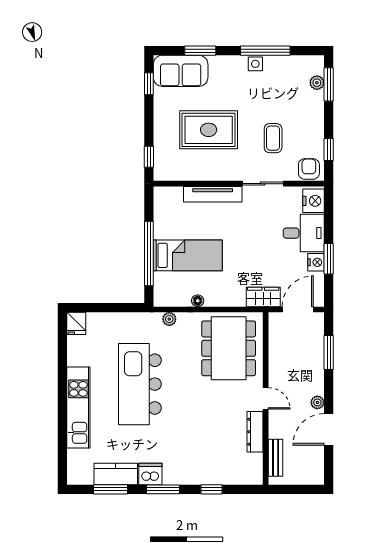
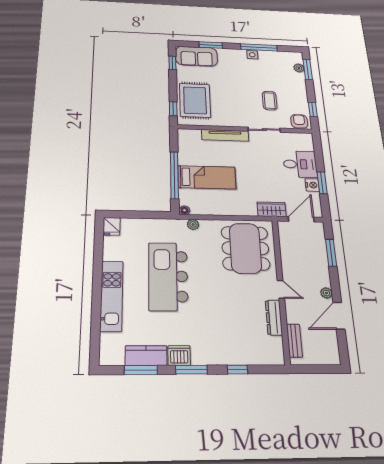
rug: (209, 130) -> (195, 100), moved, turned 90
nightstand: (313, 201) -> (305, 142), removed
floor lamp: (198, 301) -> (185, 210), moved

